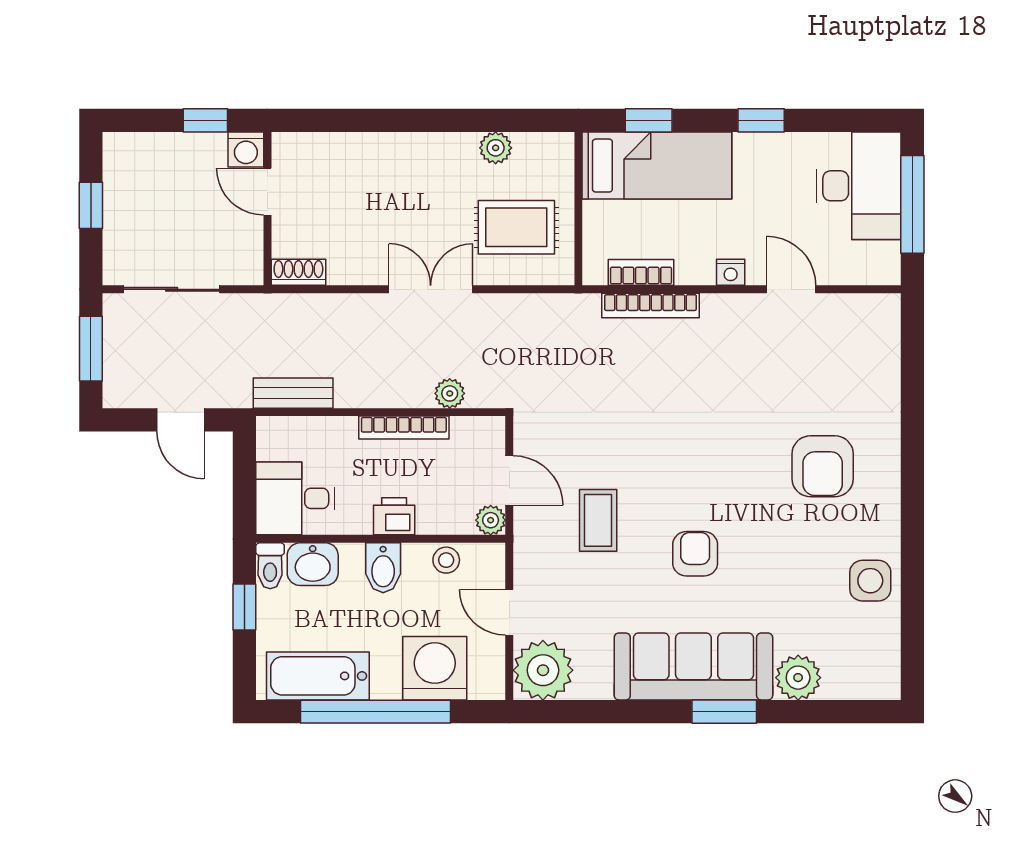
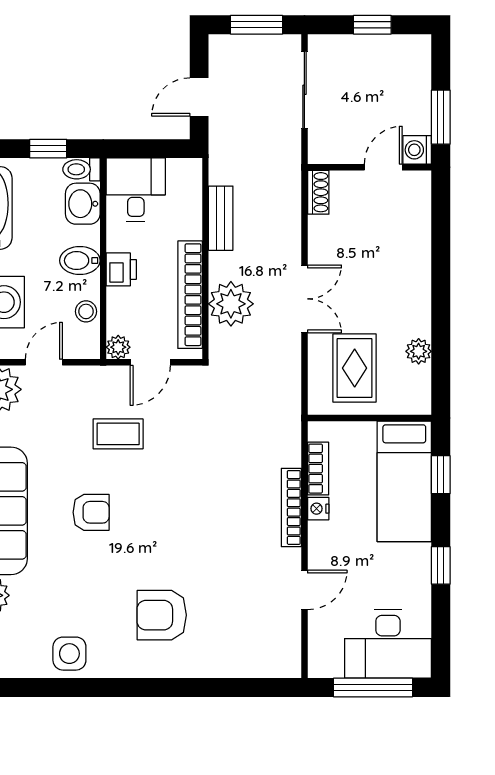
window: (205, 120) -> (441, 117), width x1.50
nightstand: (731, 272) -> (318, 509), moved
bookcase: (651, 306) -> (291, 507), moved
bench: (293, 393) -> (221, 218), moved
plant: (450, 393) -> (231, 304), width x1.88, depth x1.88
bookcase: (404, 428) -> (190, 295), width x1.48, depth x1.31

